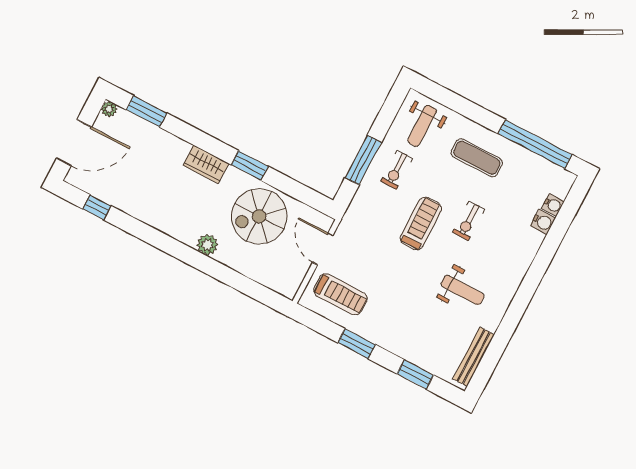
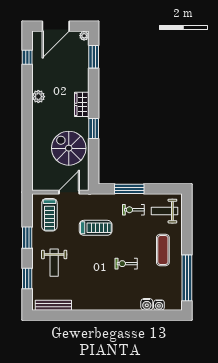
door: (74, 143) -> (56, 26), hinge flipped
treadmill: (421, 224) -> (96, 228), moved
plant: (207, 245) -> (38, 97), moved
weight bench: (463, 290) -> (54, 263), moved

